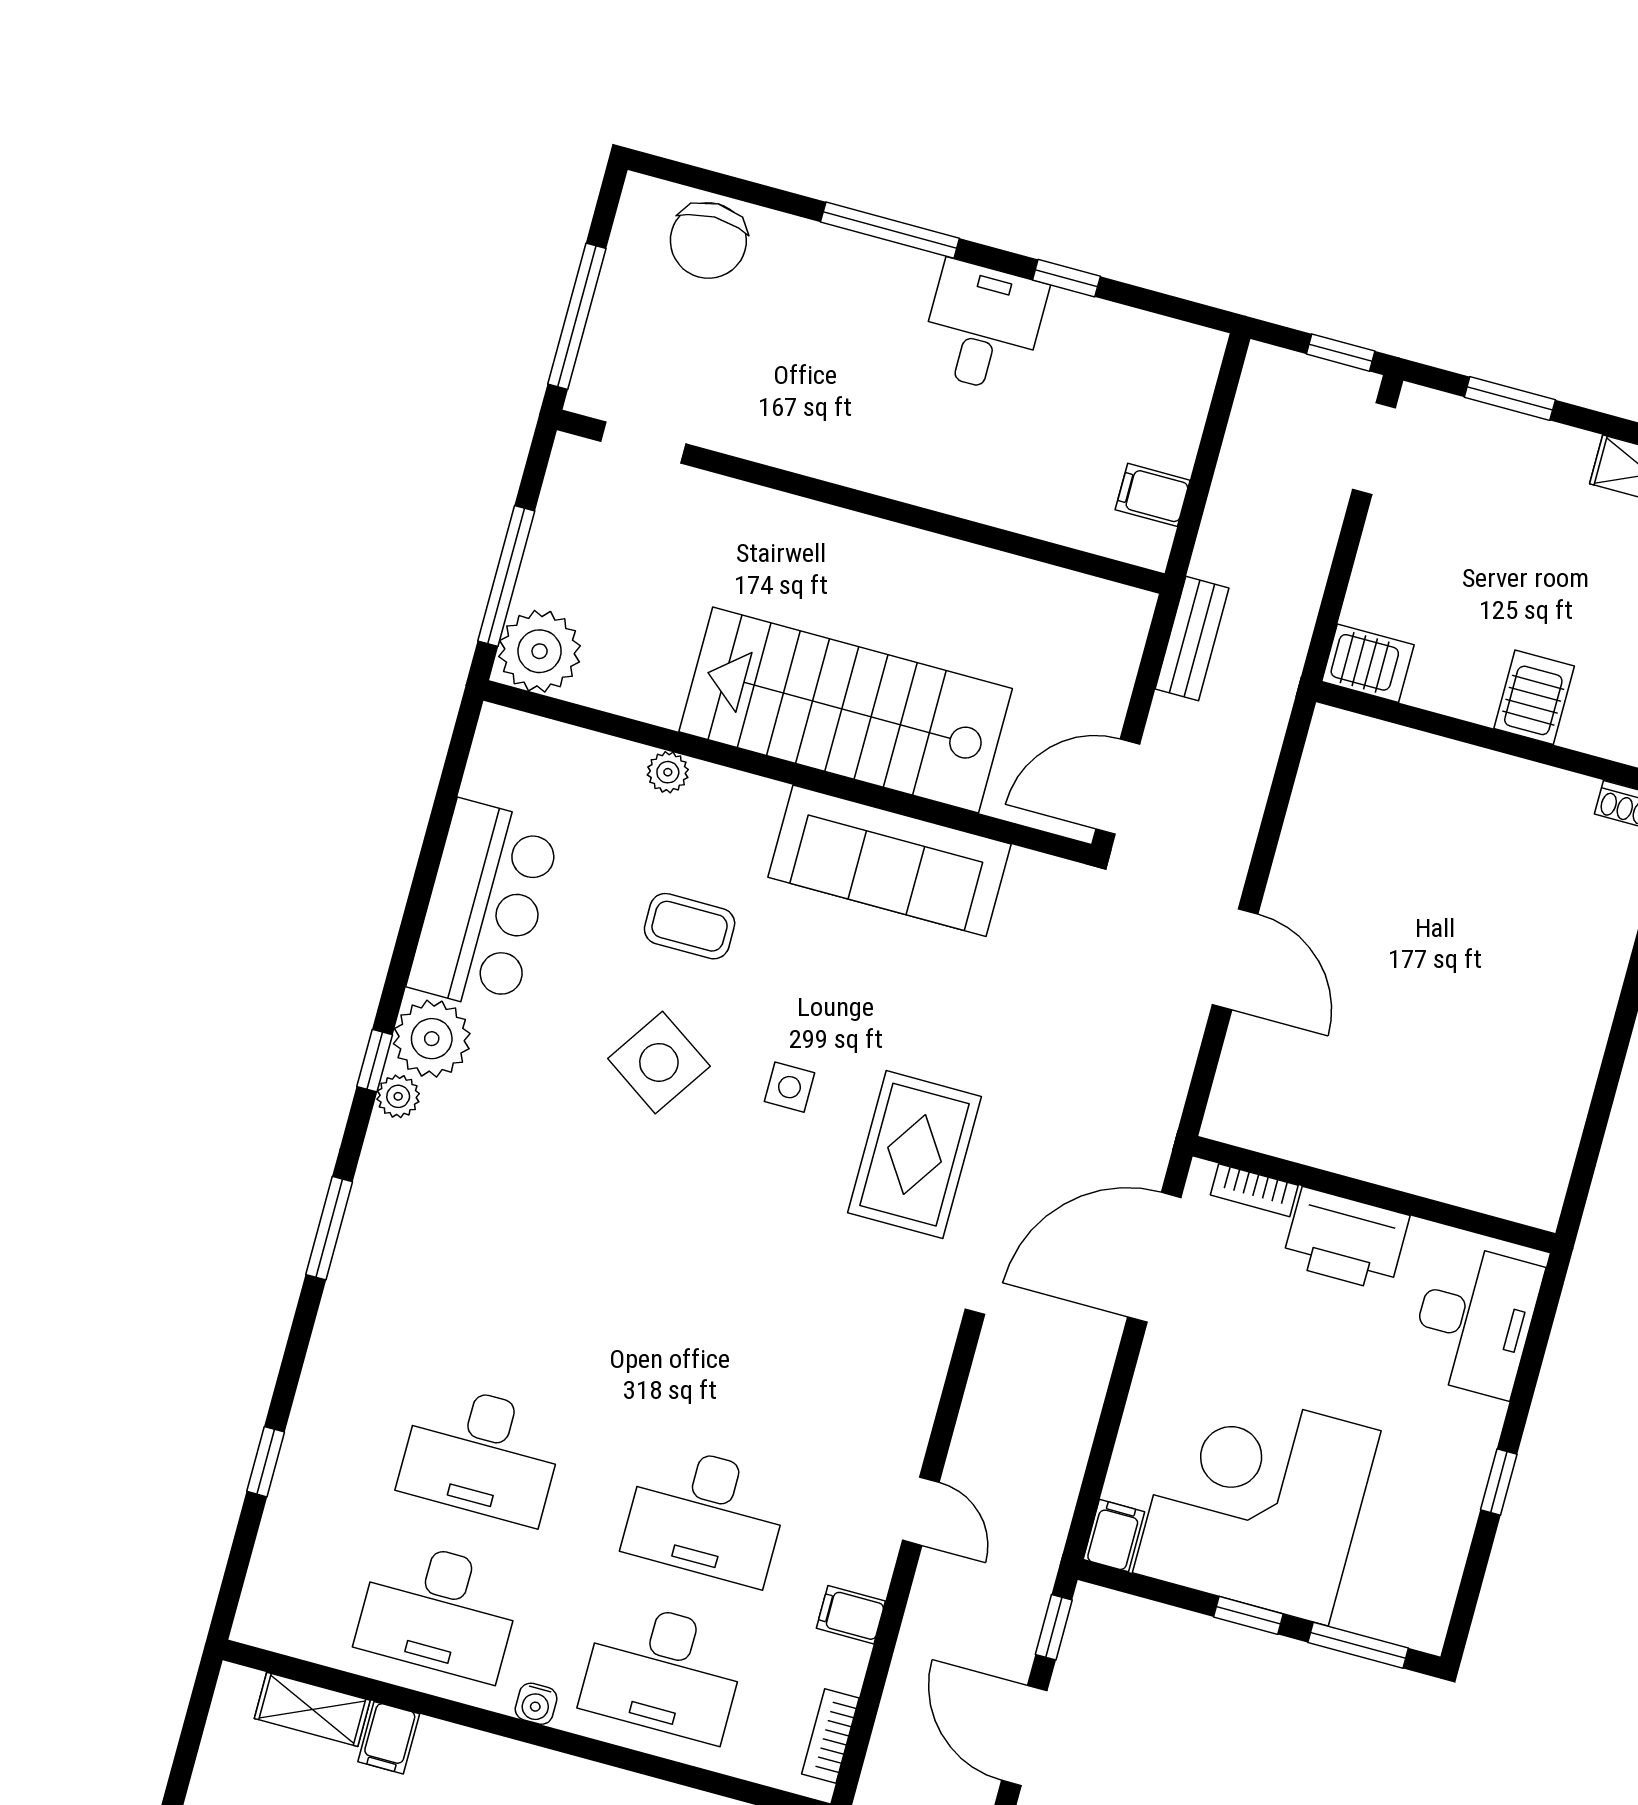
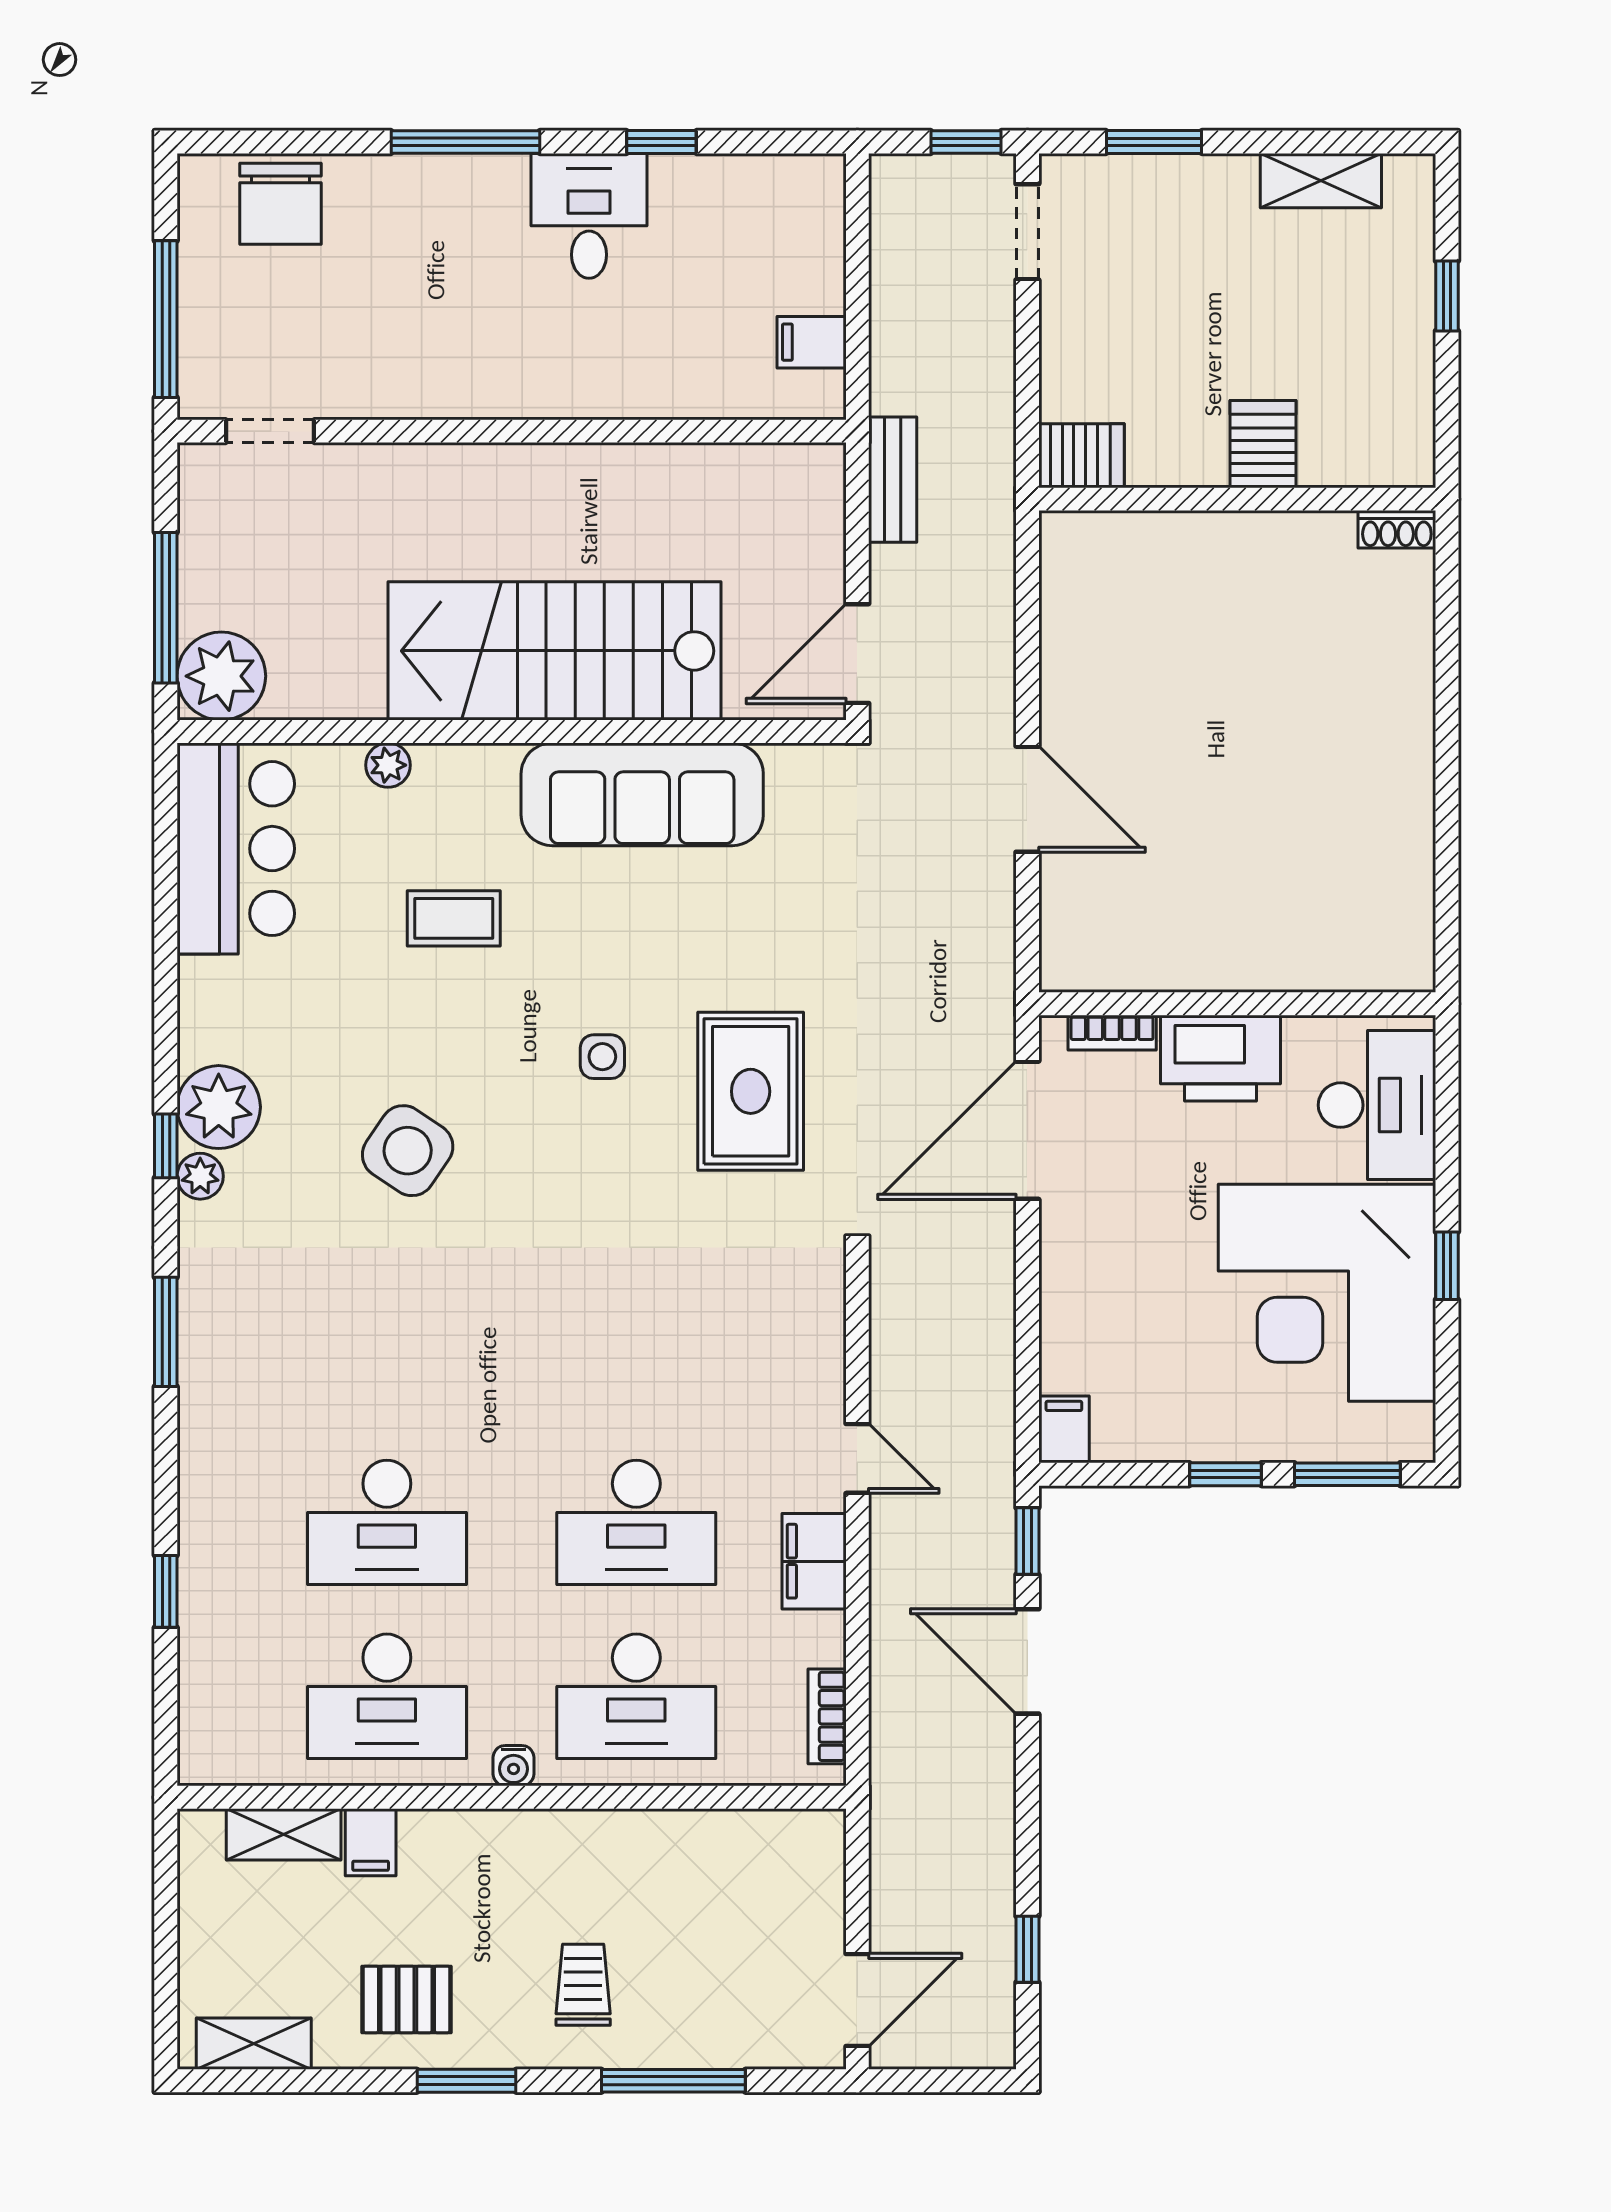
bar counter: (484, 906) -> (236, 849), moved
side table: (659, 1062) -> (408, 1151), moved
corner desk: (1257, 1502) -> (1327, 1293), moved, turned -90
filing cabinet: (851, 1615) -> (814, 1561), width x2.00

